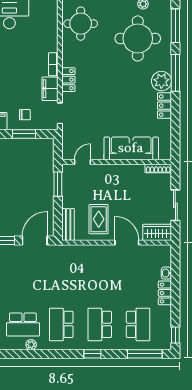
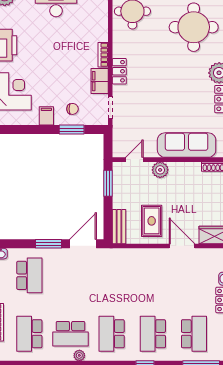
plant: (106, 172) -> (160, 170), added

